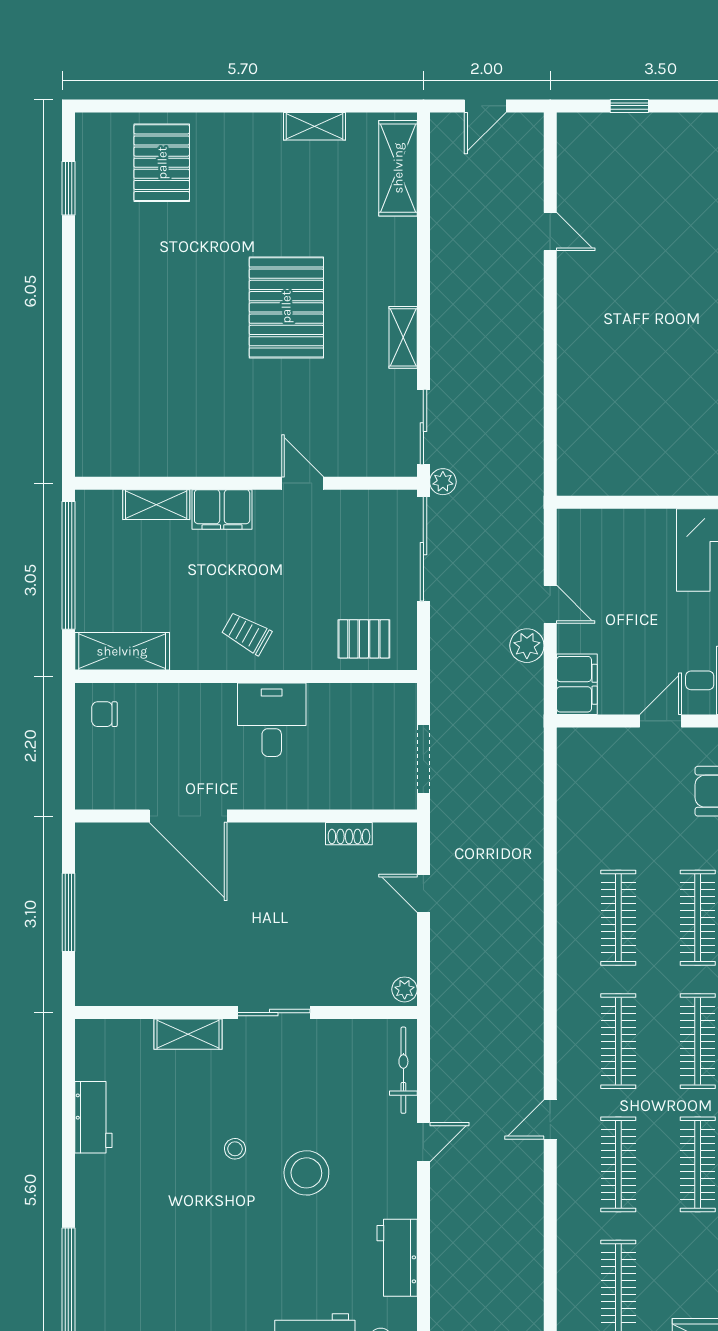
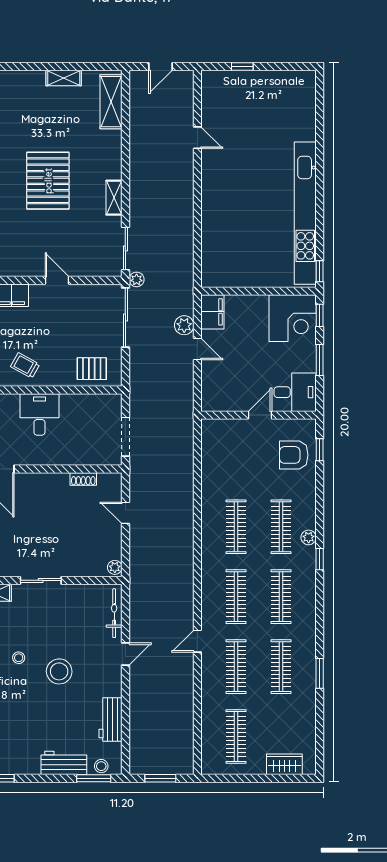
plant: (527, 646) -> (184, 325), moved
filing cabinet: (577, 684) -> (212, 312), moved

